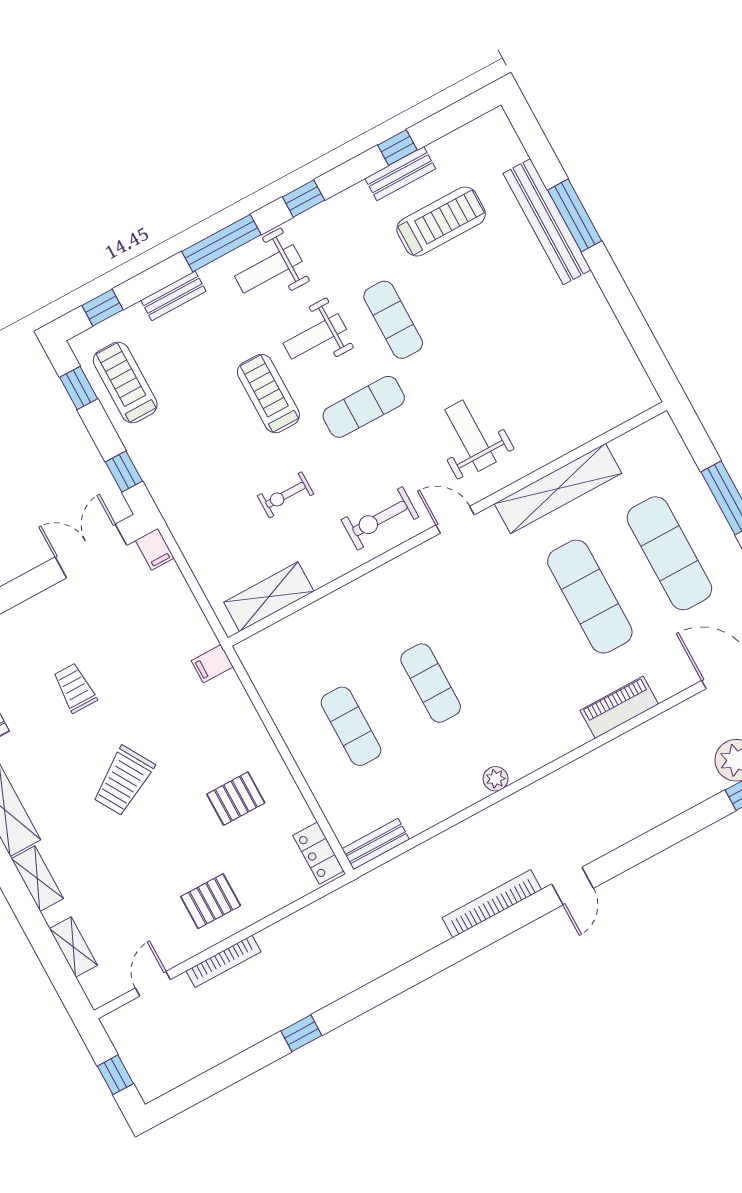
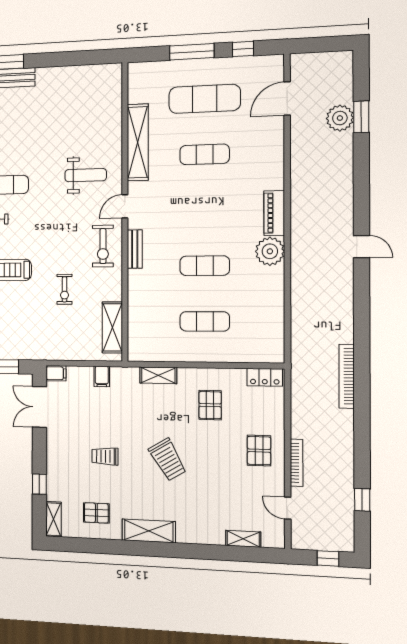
exercise mat: (364, 407) -> (42, 224), removed
weight bench: (470, 436) -> (86, 175), turned 180
exercise mat: (590, 597) -> (205, 154), width x0.73, depth x0.69
filing cabinet: (212, 664) -> (102, 377), moved
piano: (619, 707) -> (274, 213), moved
plant: (496, 779) -> (270, 251), width x1.88, depth x1.88
bench: (376, 844) -> (135, 249), moved
shelving: (37, 879) -> (158, 375), moved
bookcase: (492, 904) -> (347, 376), moved
window: (301, 1033) -> (362, 500), moved

